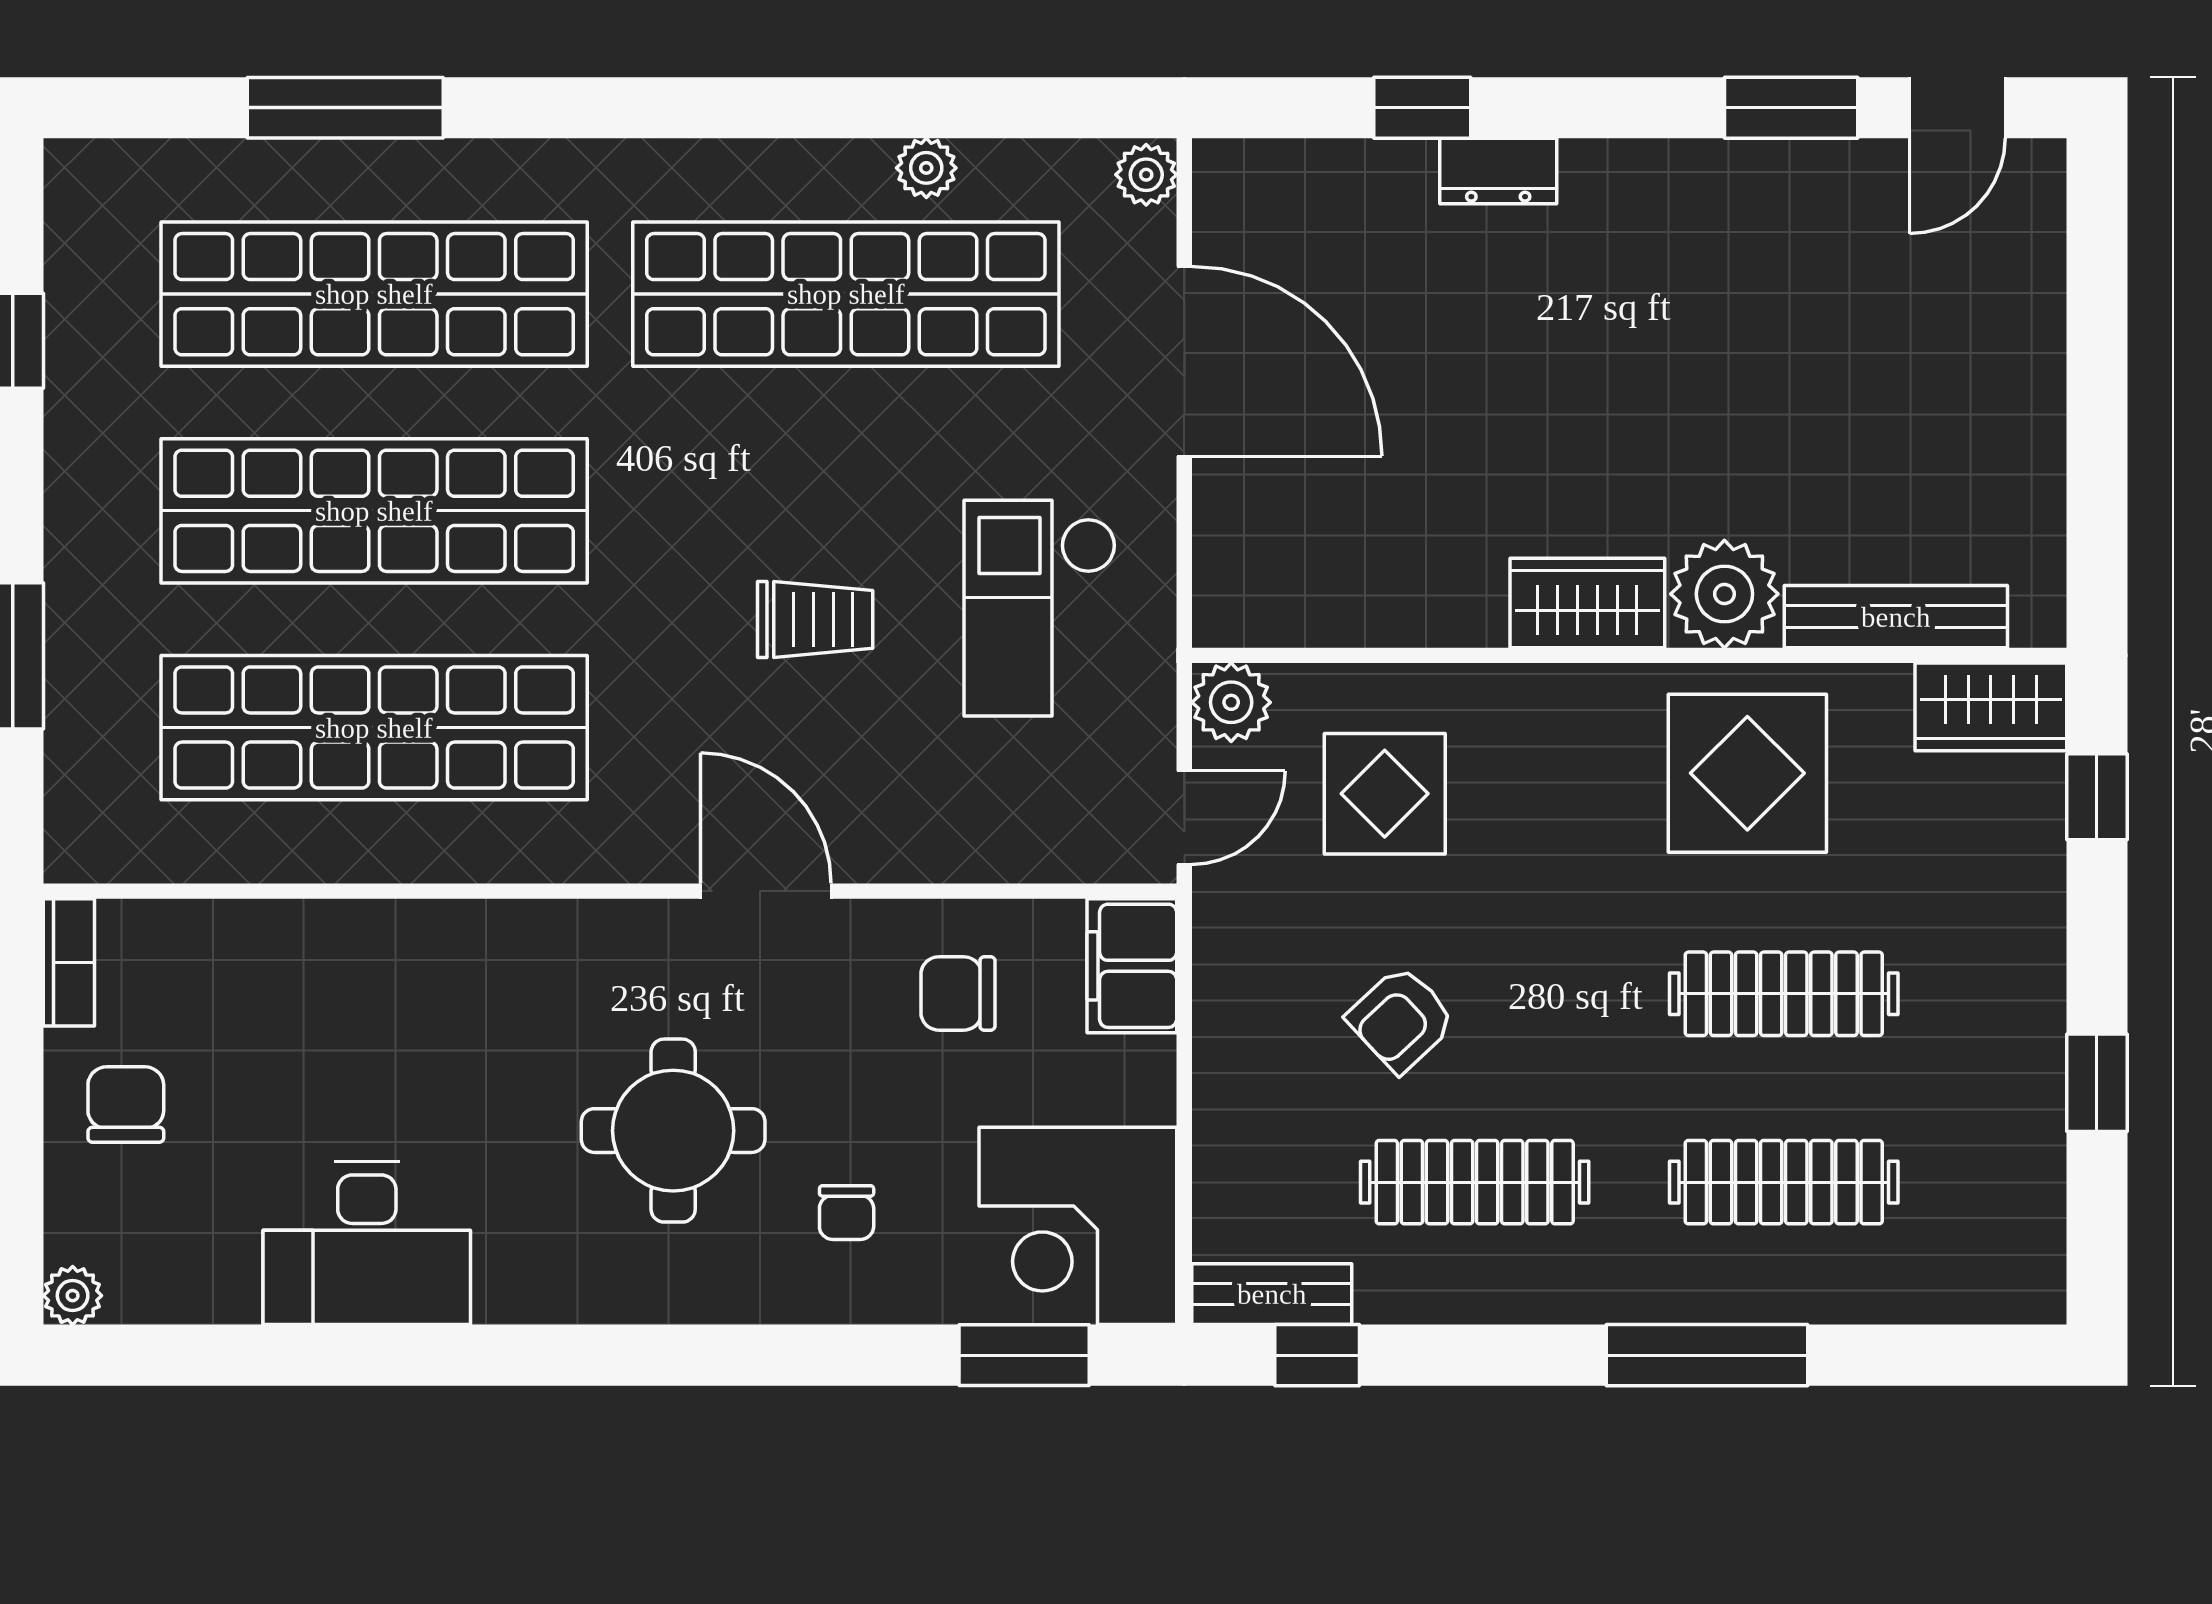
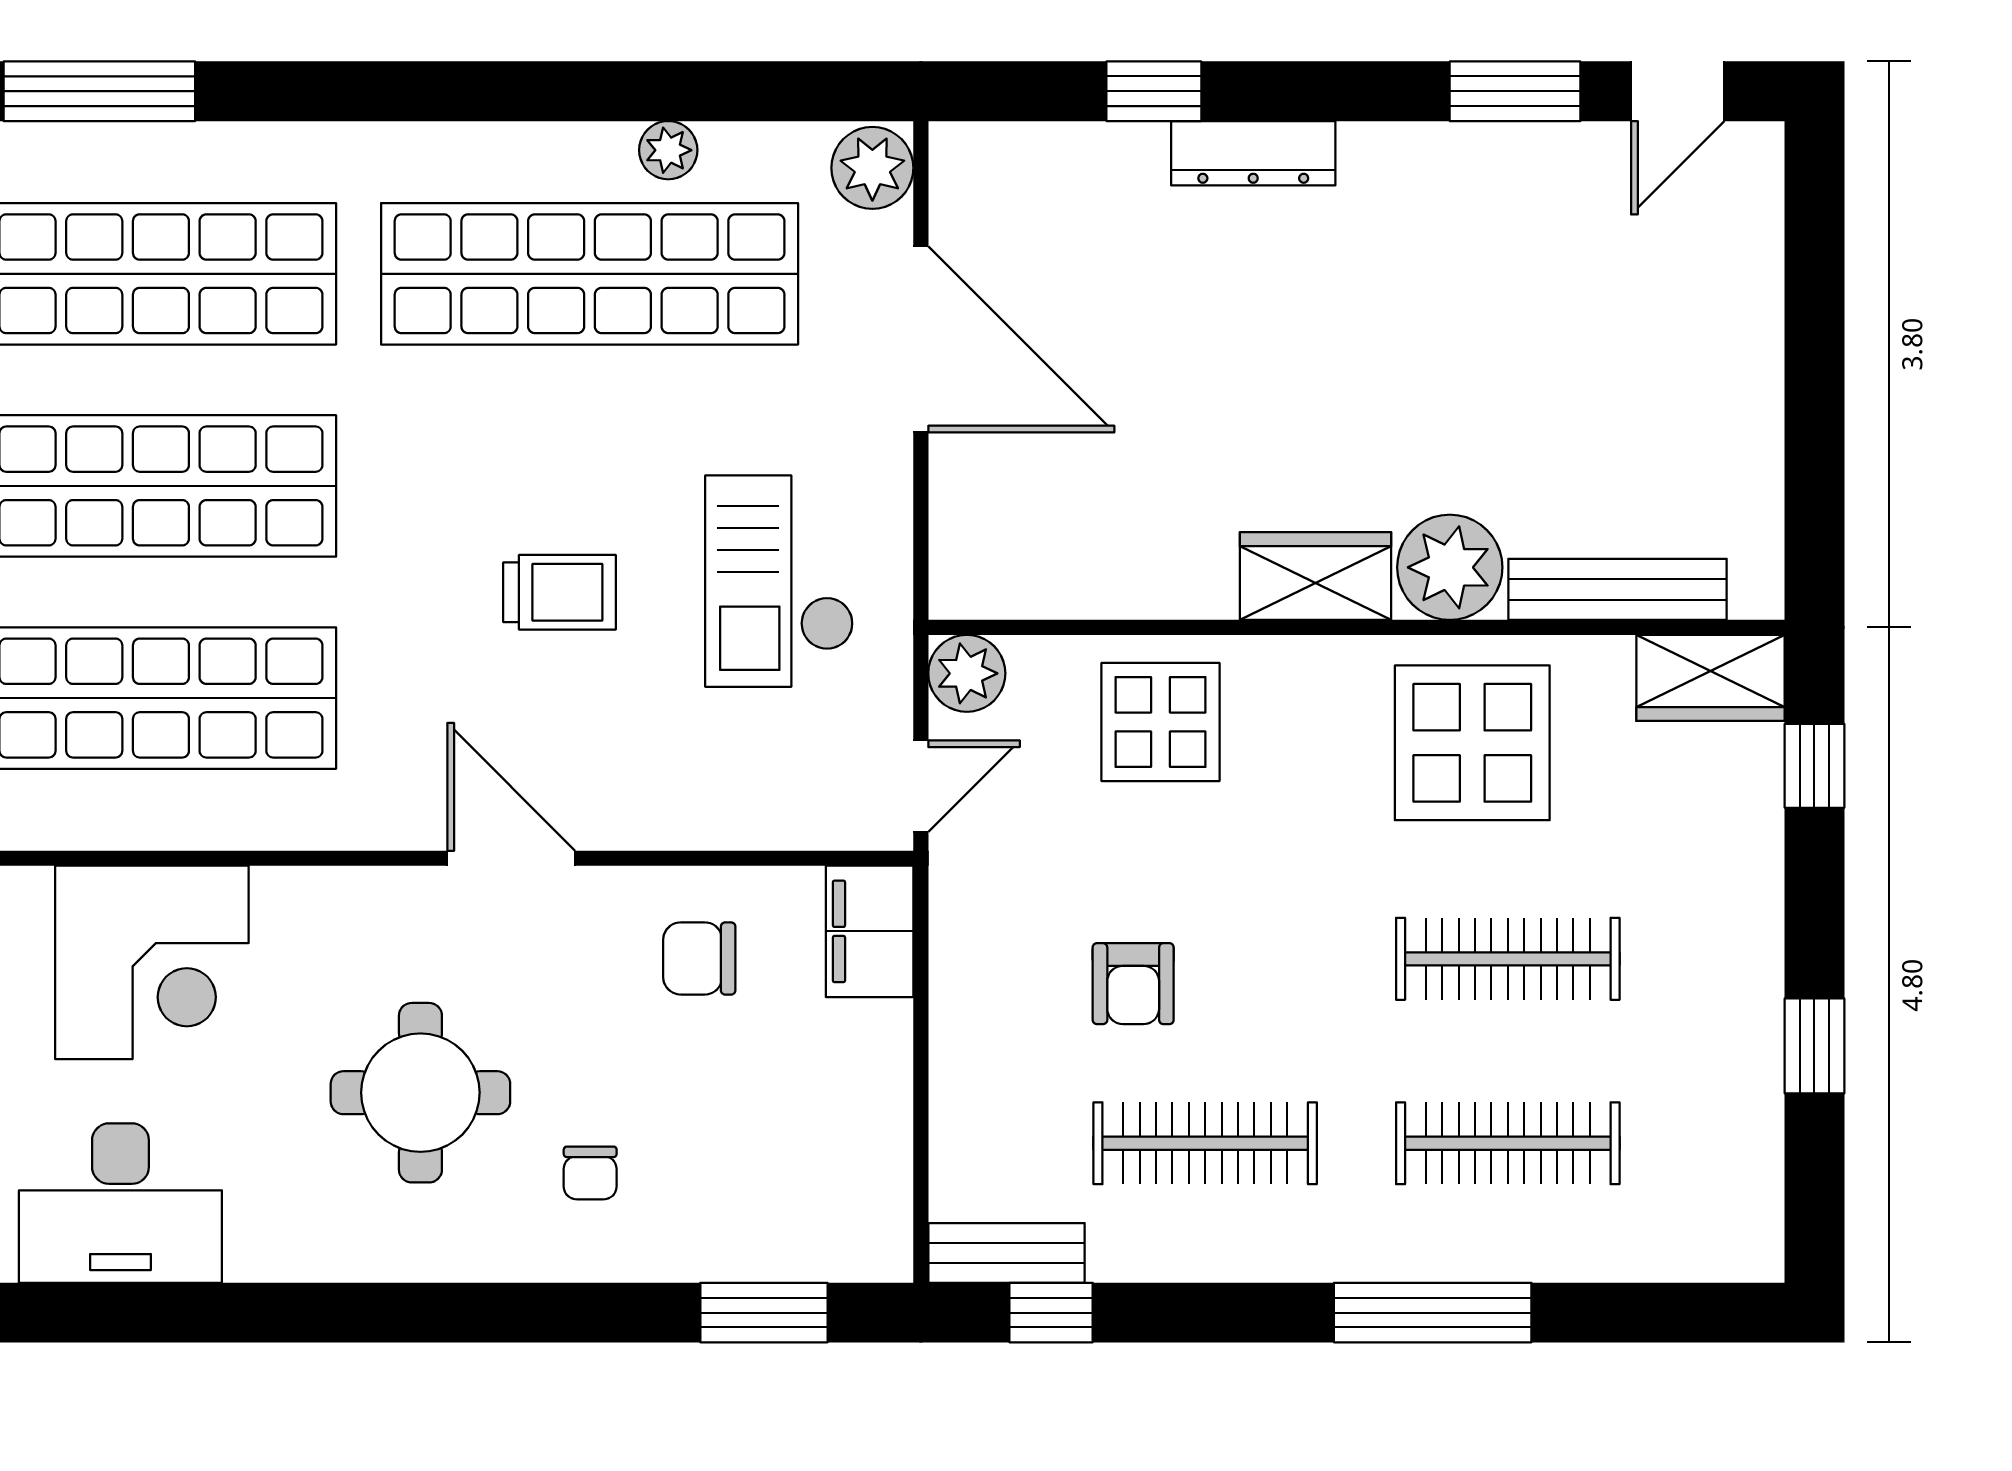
dresser: (1498, 171) -> (1253, 153), width x1.44
plant: (1146, 175) -> (872, 168), width x1.38, depth x1.38
display table: (1385, 794) -> (1161, 722), moved
armchair: (1401, 1019) -> (1133, 984), turned -47
corner desk: (1078, 1226) -> (152, 962), moved, turned -90

